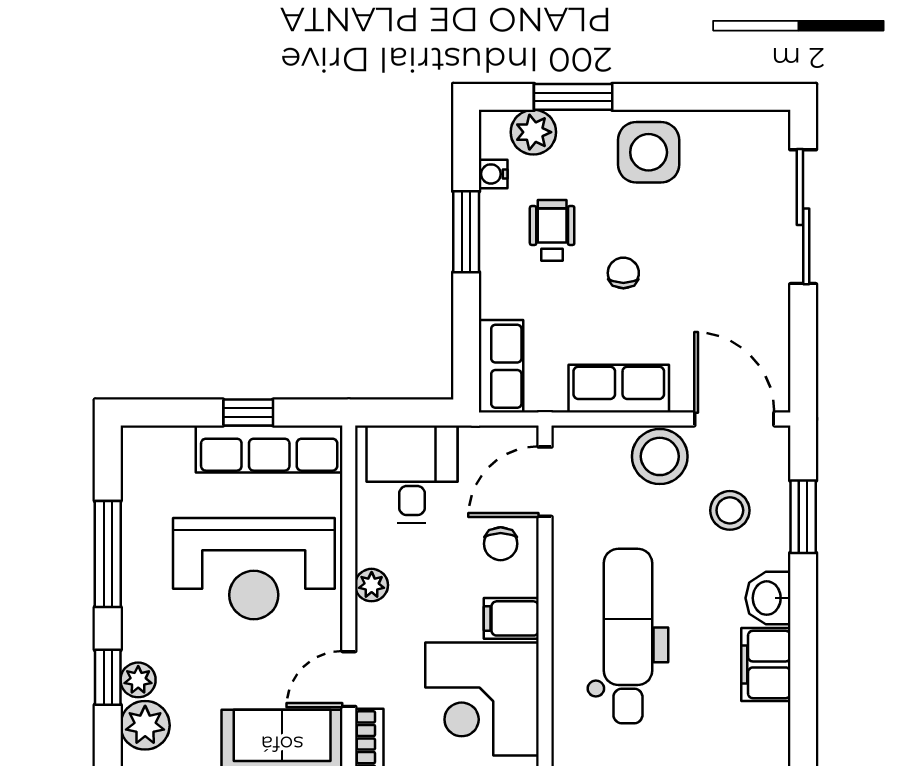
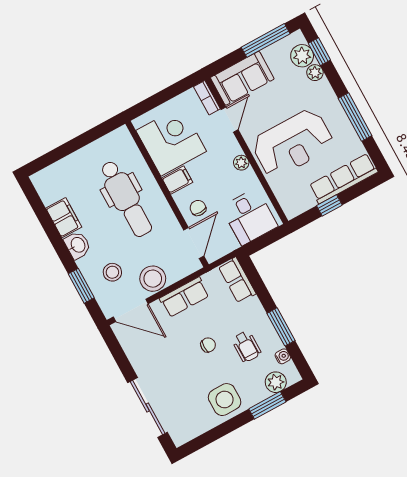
chair: (623, 273) -> (208, 345), turned -90
row of seats: (269, 449) -> (343, 179), moved
reception desk: (254, 569) -> (293, 143), turned 180
window: (108, 677) -> (319, 52), moved

